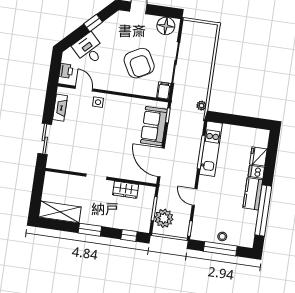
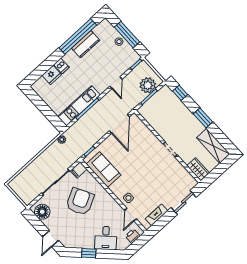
sofa: (154, 126) -> (104, 169), moved, turned -90
wardrobe: (126, 190) -> (198, 169), moved
kitchen counter: (253, 194) -> (86, 44), moved

